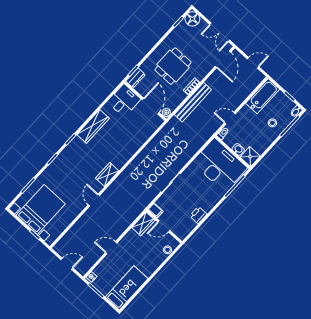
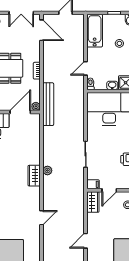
bench: (193, 102) -> (48, 104), moved
door: (151, 106) -> (20, 112), hinge flipped
plant: (131, 169) -> (47, 170), added
wardrobe: (107, 174) -> (34, 176), moved
door: (94, 200) -> (41, 218), swing flipped

